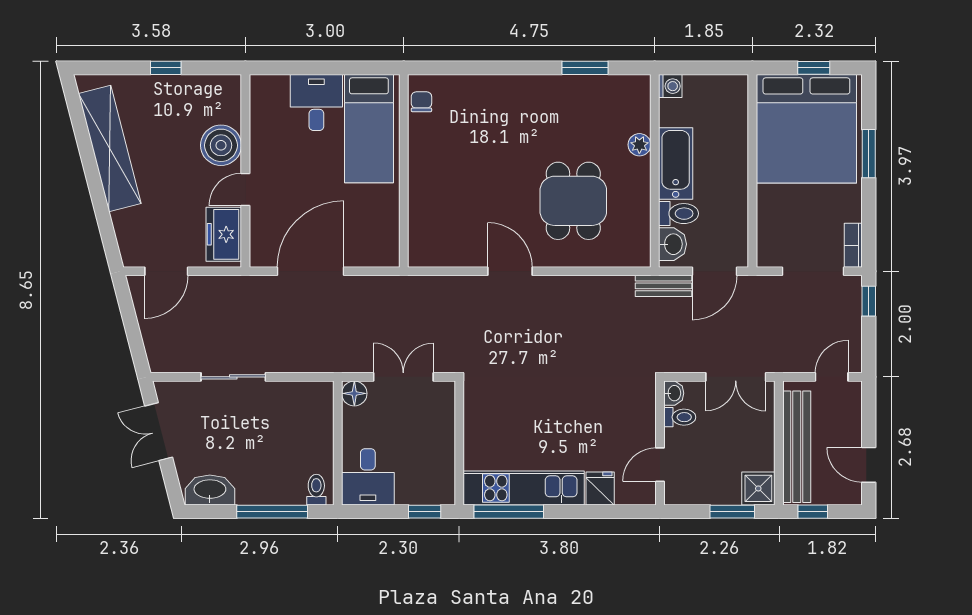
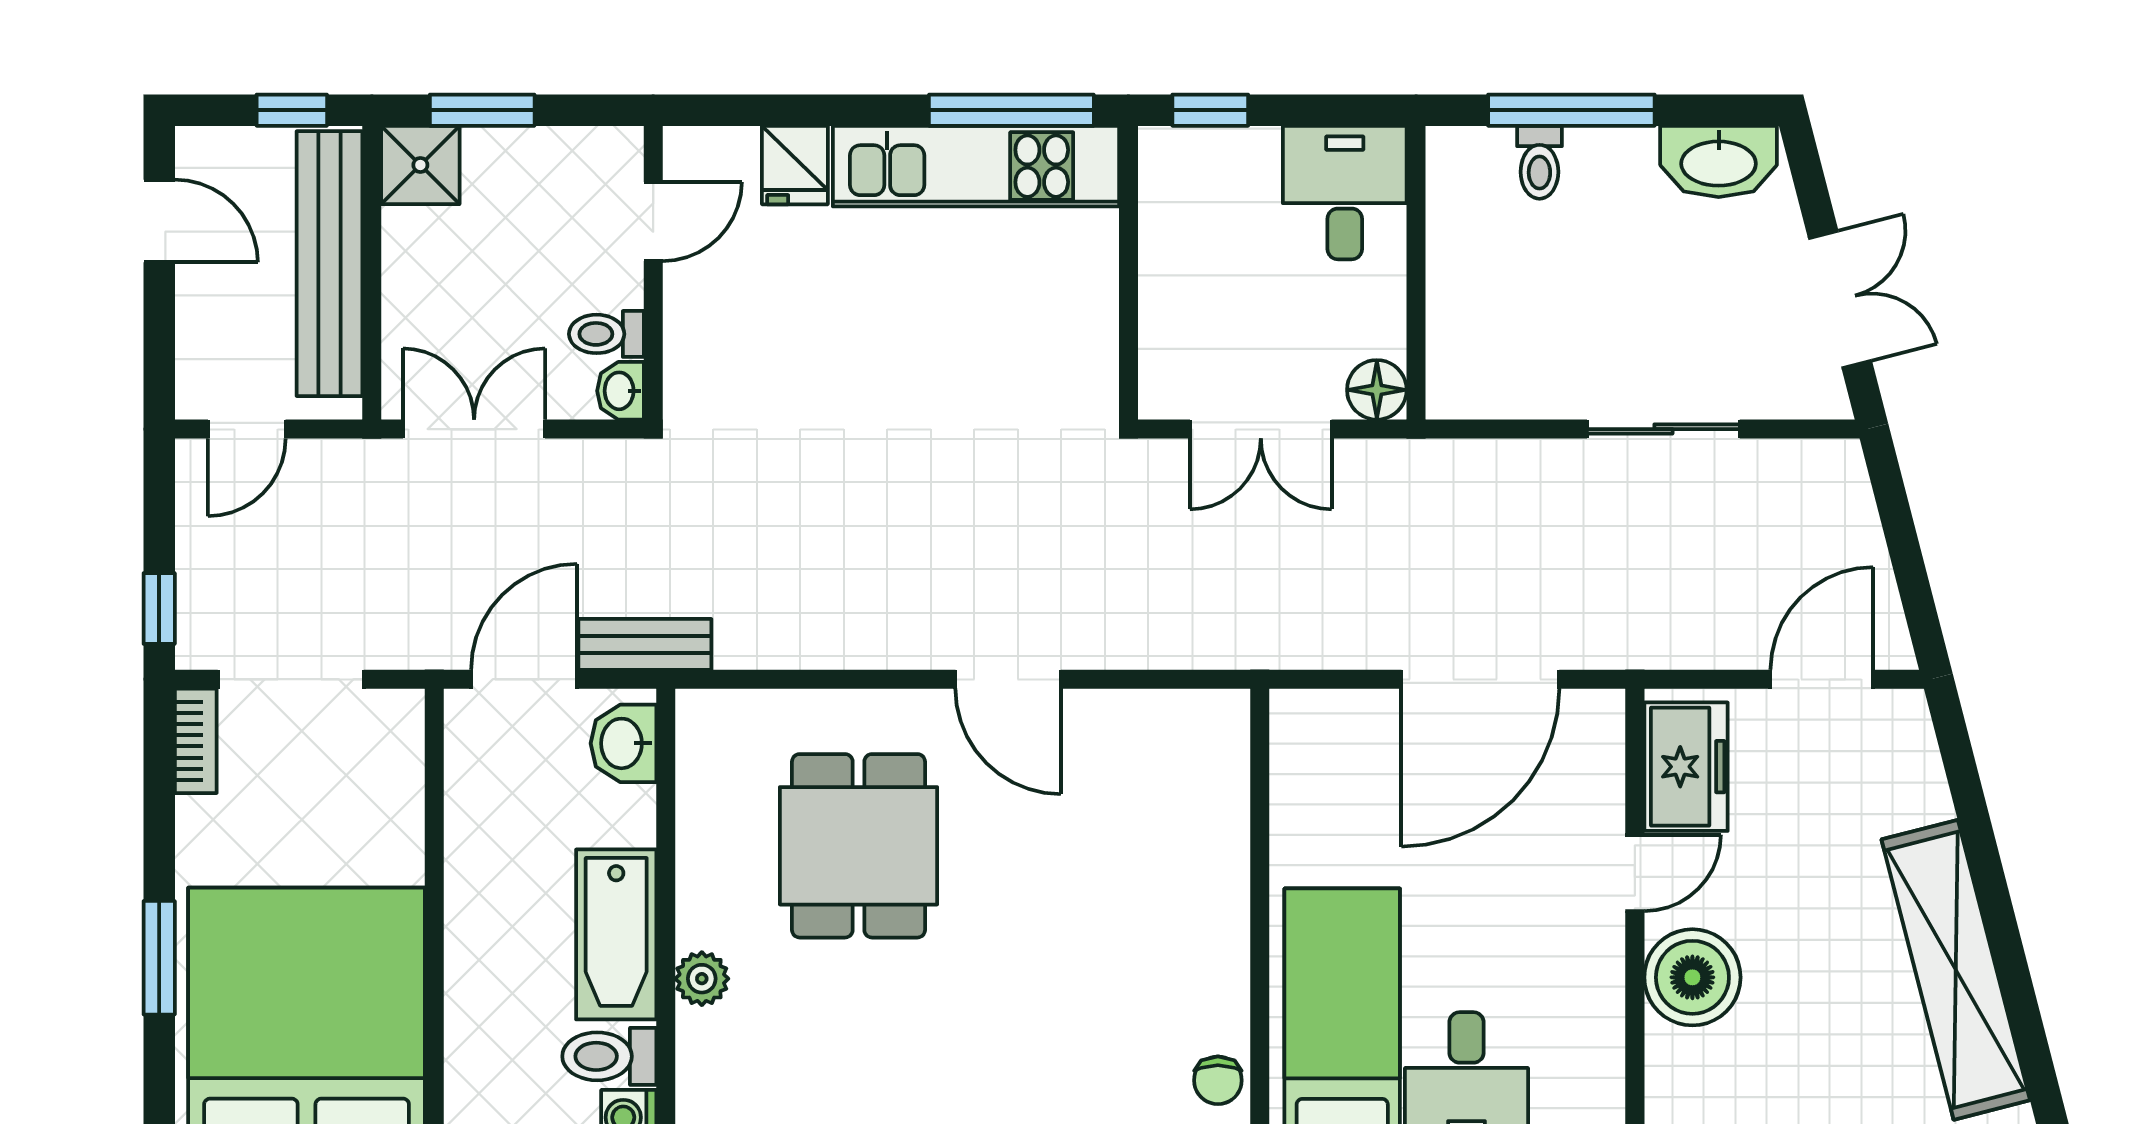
toilet: (679, 214) -> (609, 1056), moved
toilet: (316, 490) -> (1539, 162), moved

